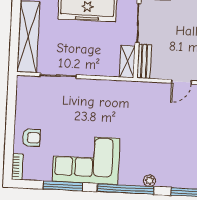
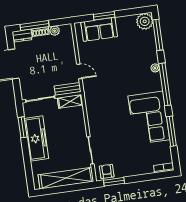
door: (181, 82) -> (79, 71), moved
window: (12, 98) -> (114, 182), added
armchair: (31, 138) -> (107, 171), moved

